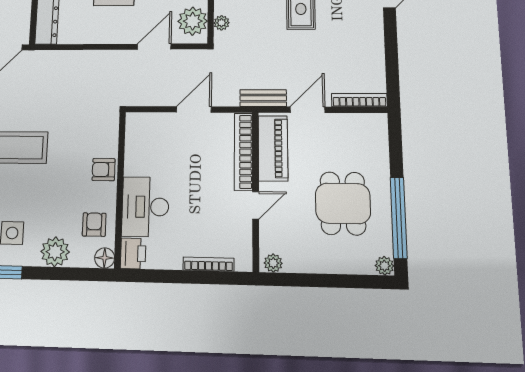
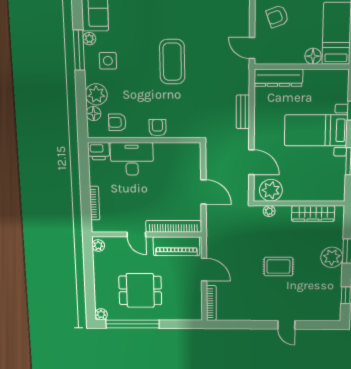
bench: (263, 98) -> (243, 112), moved
armchair: (94, 225) -> (117, 122), turned 180
floor lamp: (105, 258) -> (94, 114), moved

